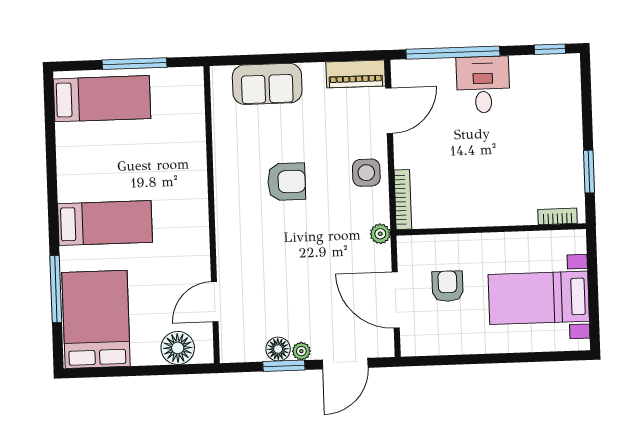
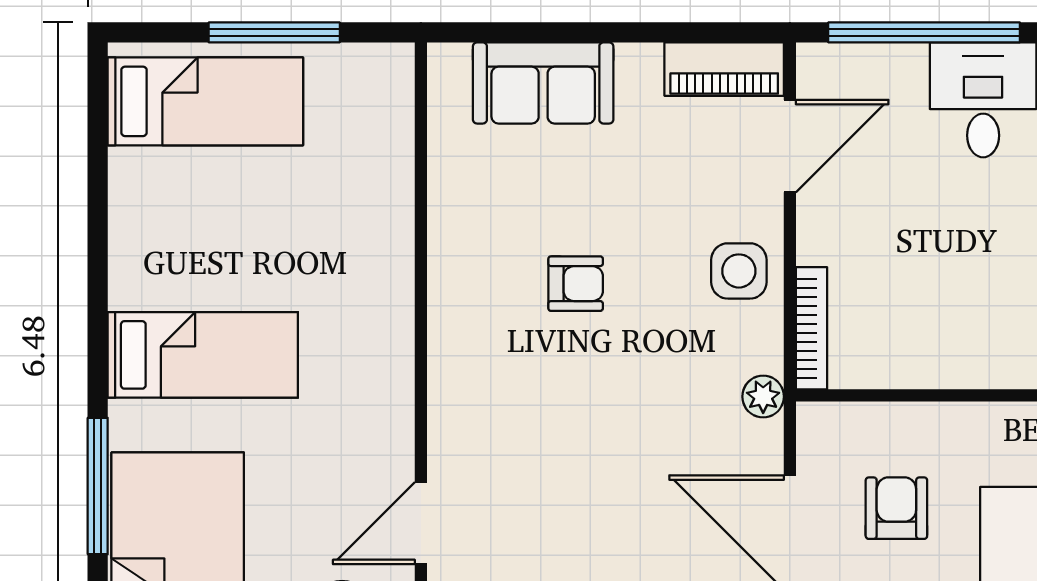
armchair: (286, 182) -> (576, 284), width x0.72, depth x0.72

